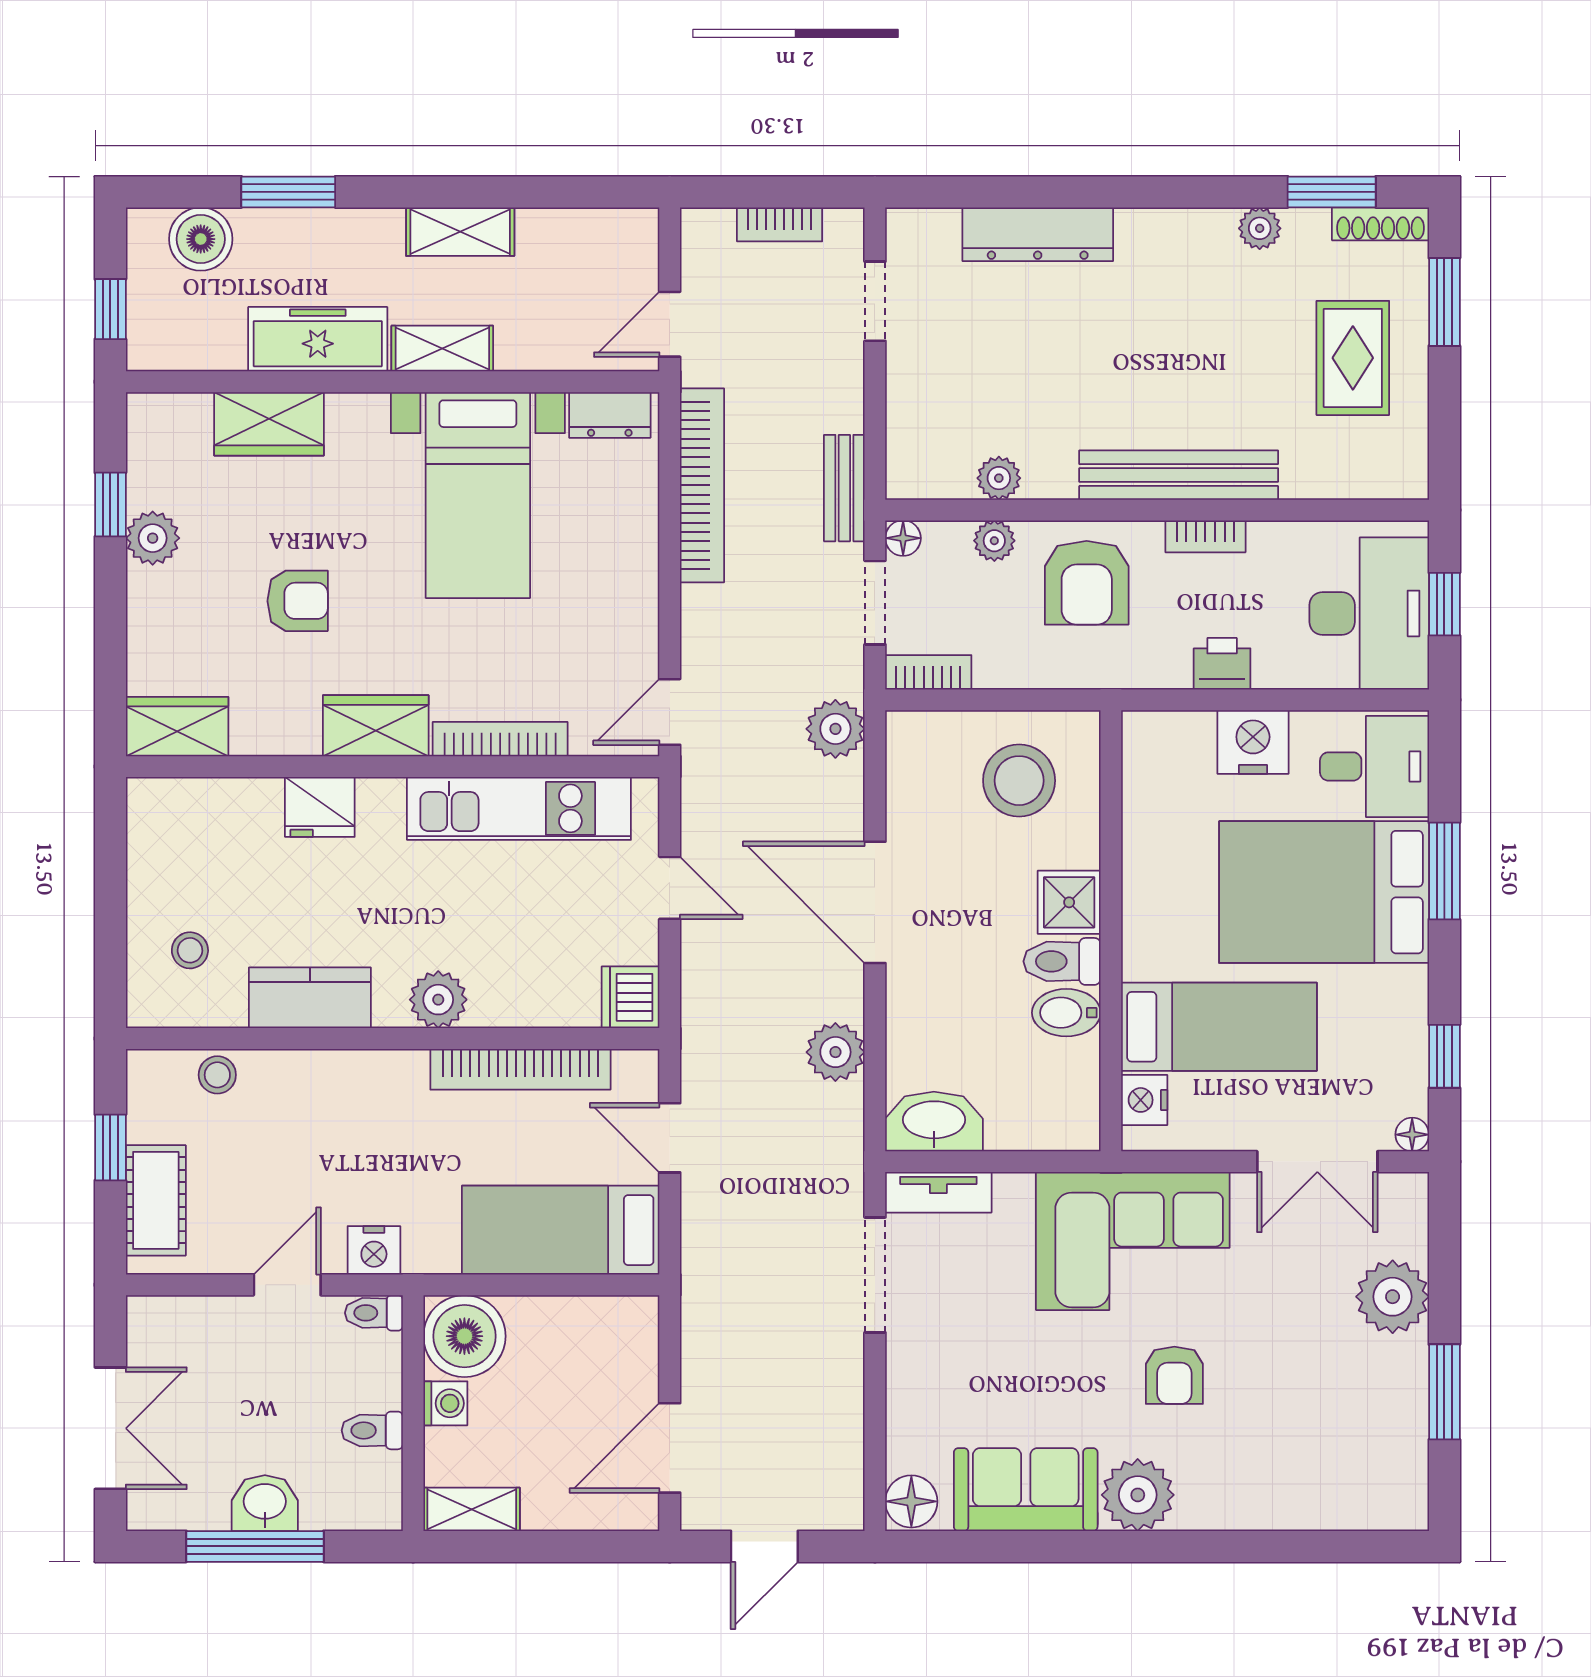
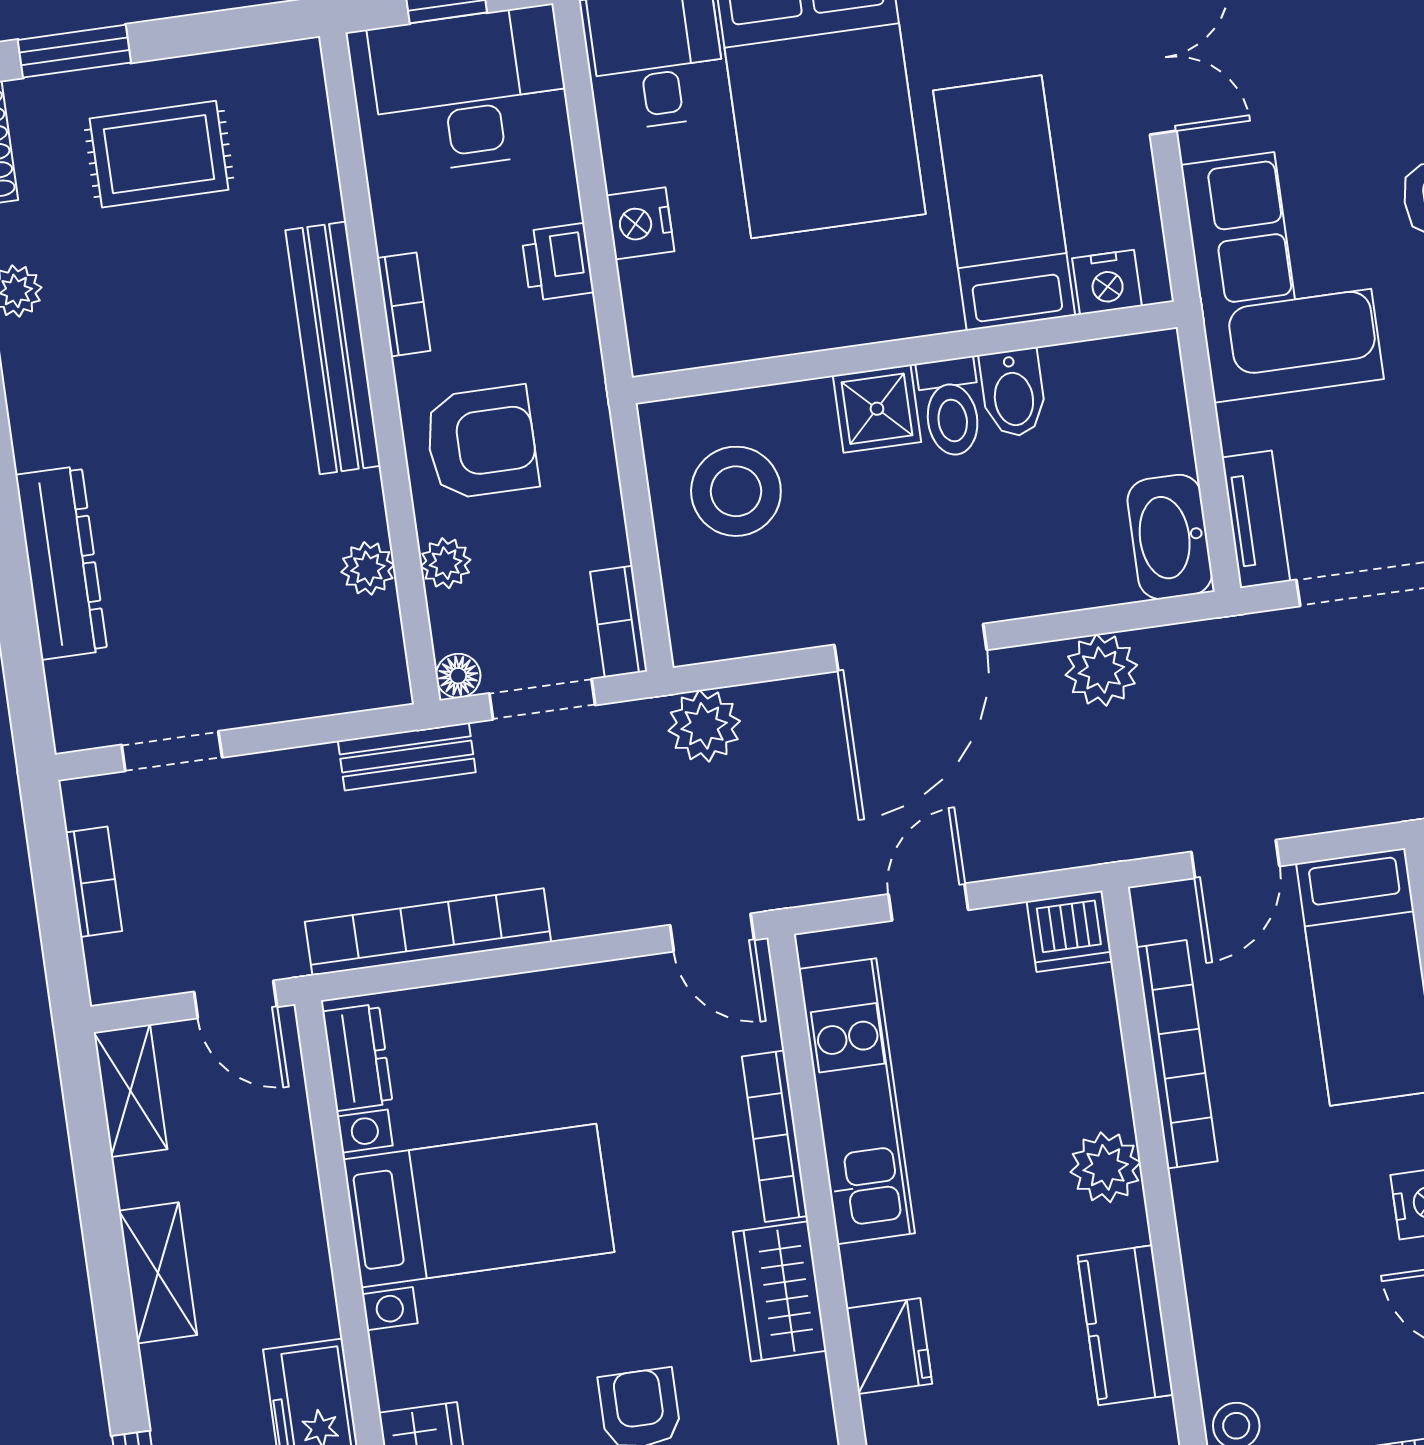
shelving: (442, 349) -> (131, 1091), moved
nightstand: (1253, 742) -> (640, 223), width x0.74, depth x0.75

